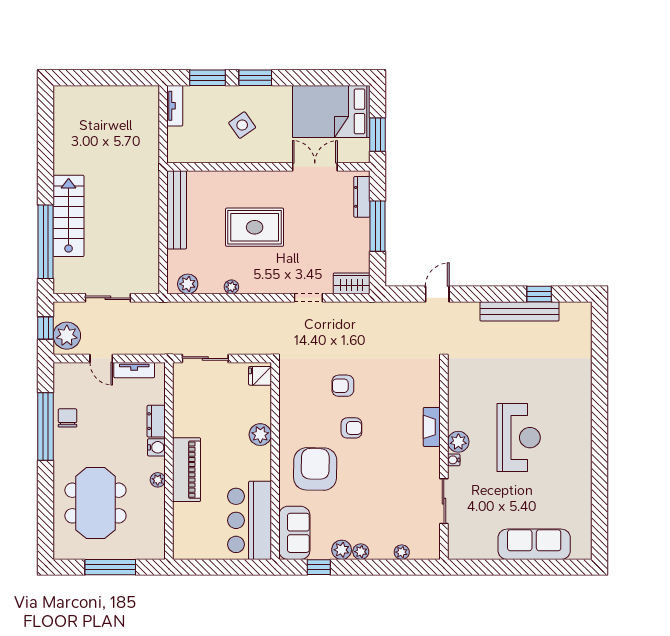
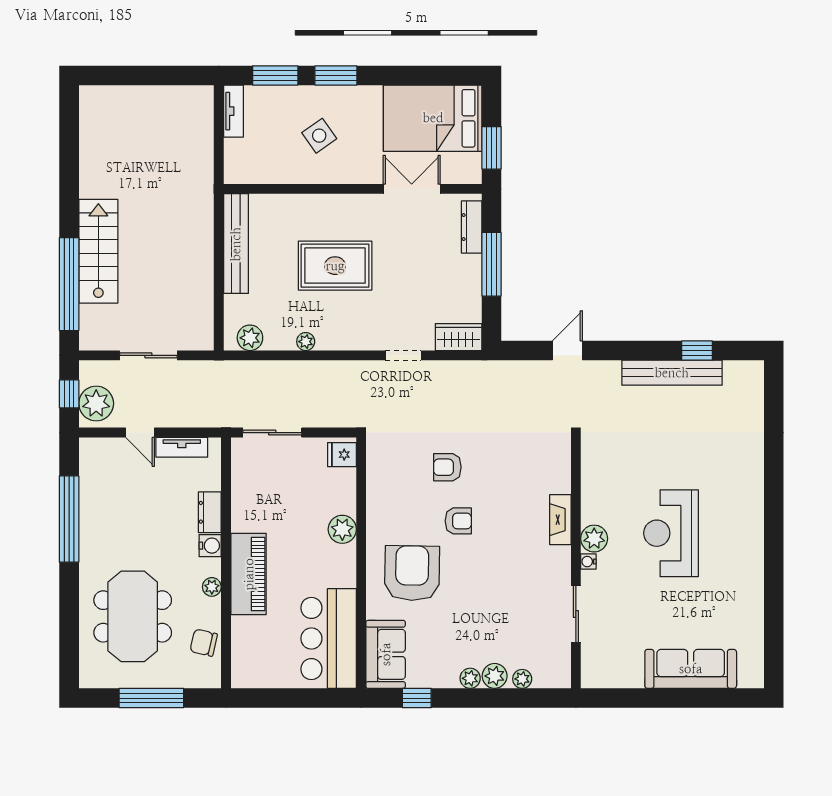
chair: (67, 418) -> (204, 643), moved, turned -77
reception desk: (519, 438) -> (671, 533), turned 180
plant: (342, 550) -> (495, 676), moved

